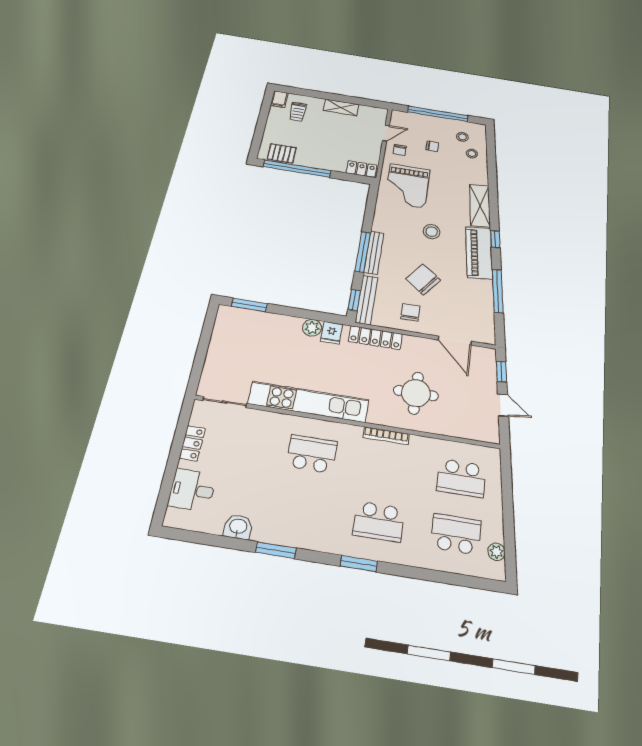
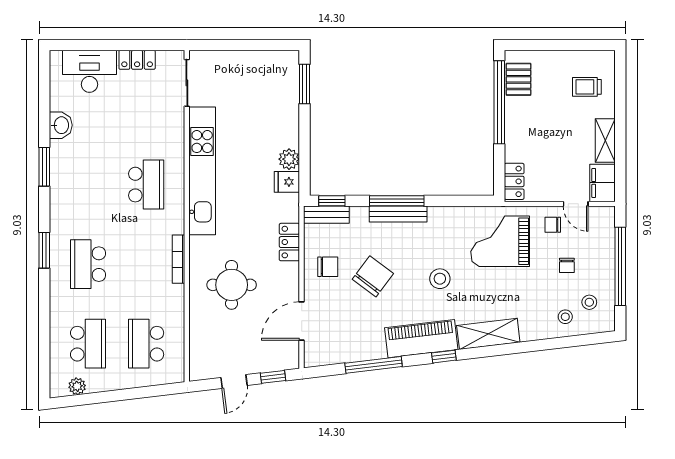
filing cabinet: (279, 99) -> (603, 183), moved, width x2.00
bench: (367, 300) -> (326, 215), width x0.73
locker: (375, 338) -> (289, 242), width x0.66
desk: (192, 490) -> (89, 71), width x1.37

